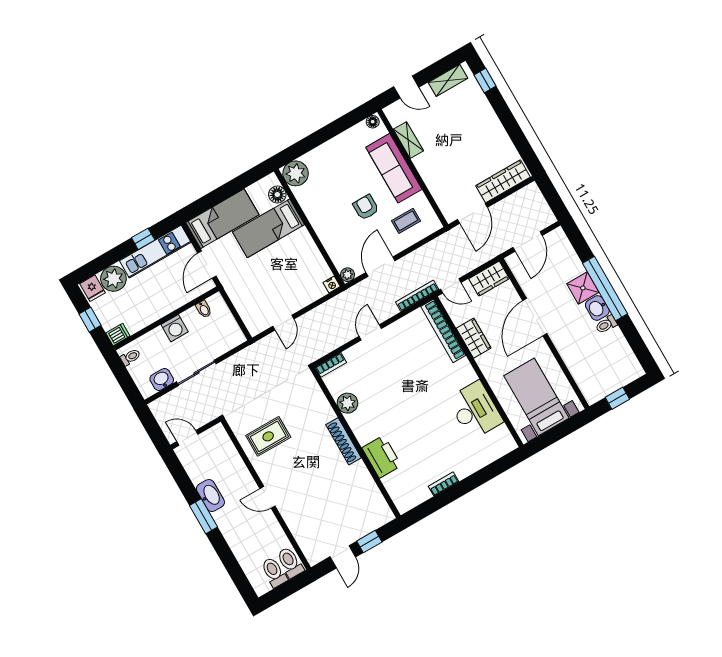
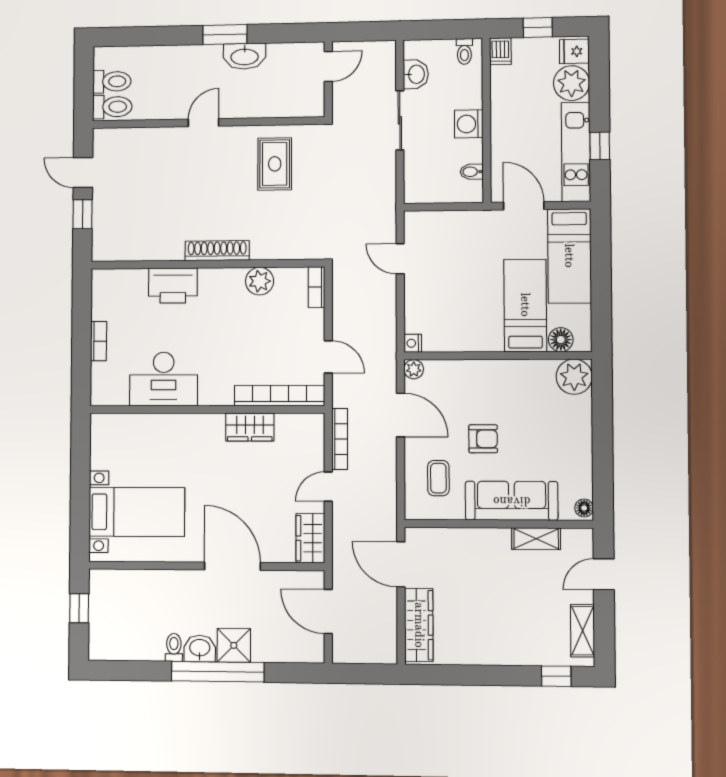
bookcase: (443, 331) -> (280, 395), moved
wardrobe: (474, 338) -> (250, 427), moved
wall: (478, 372) -> (207, 409), moved
desk: (475, 410) -> (164, 379), moved

